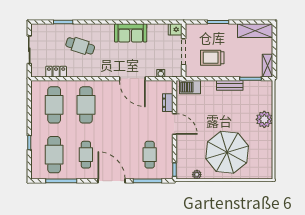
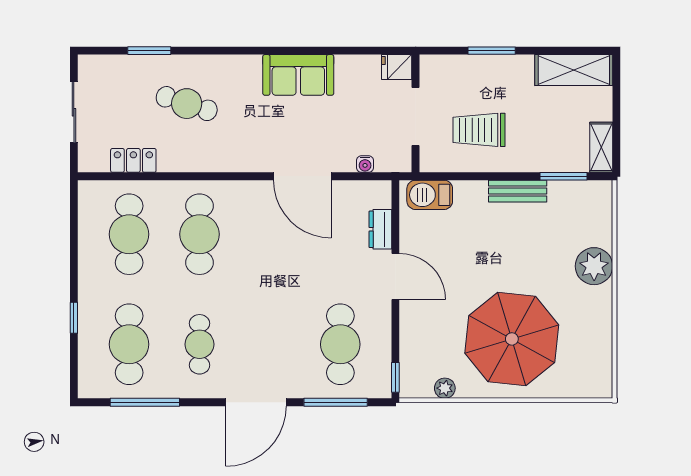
cafe table: (150, 155) -> (340, 344), width x1.37, depth x1.35
door: (111, 181) -> (256, 402), swing flipped

